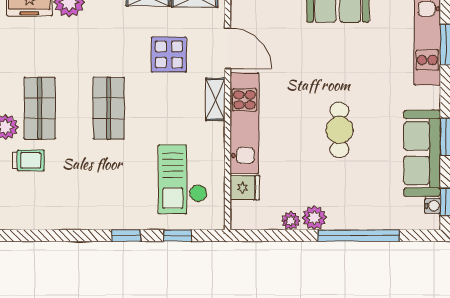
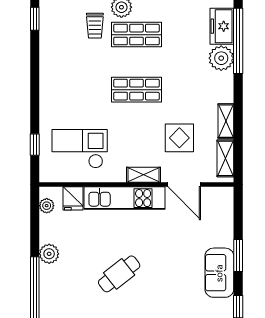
door: (228, 48) -> (184, 185), hinge flipped
cafe table: (339, 130) -> (119, 274), turned -38
plant: (291, 221) -> (47, 206), moved
window: (126, 236) -> (35, 19), moved

